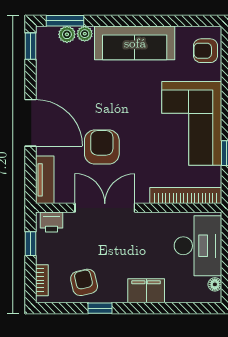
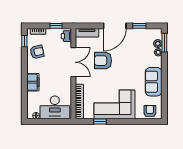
sofa: (135, 43) -> (154, 82), width x0.73
window: (30, 46) -> (139, 26), moved
armchair: (102, 147) -> (103, 61), turned 180
window: (100, 308) -> (24, 41), moved

